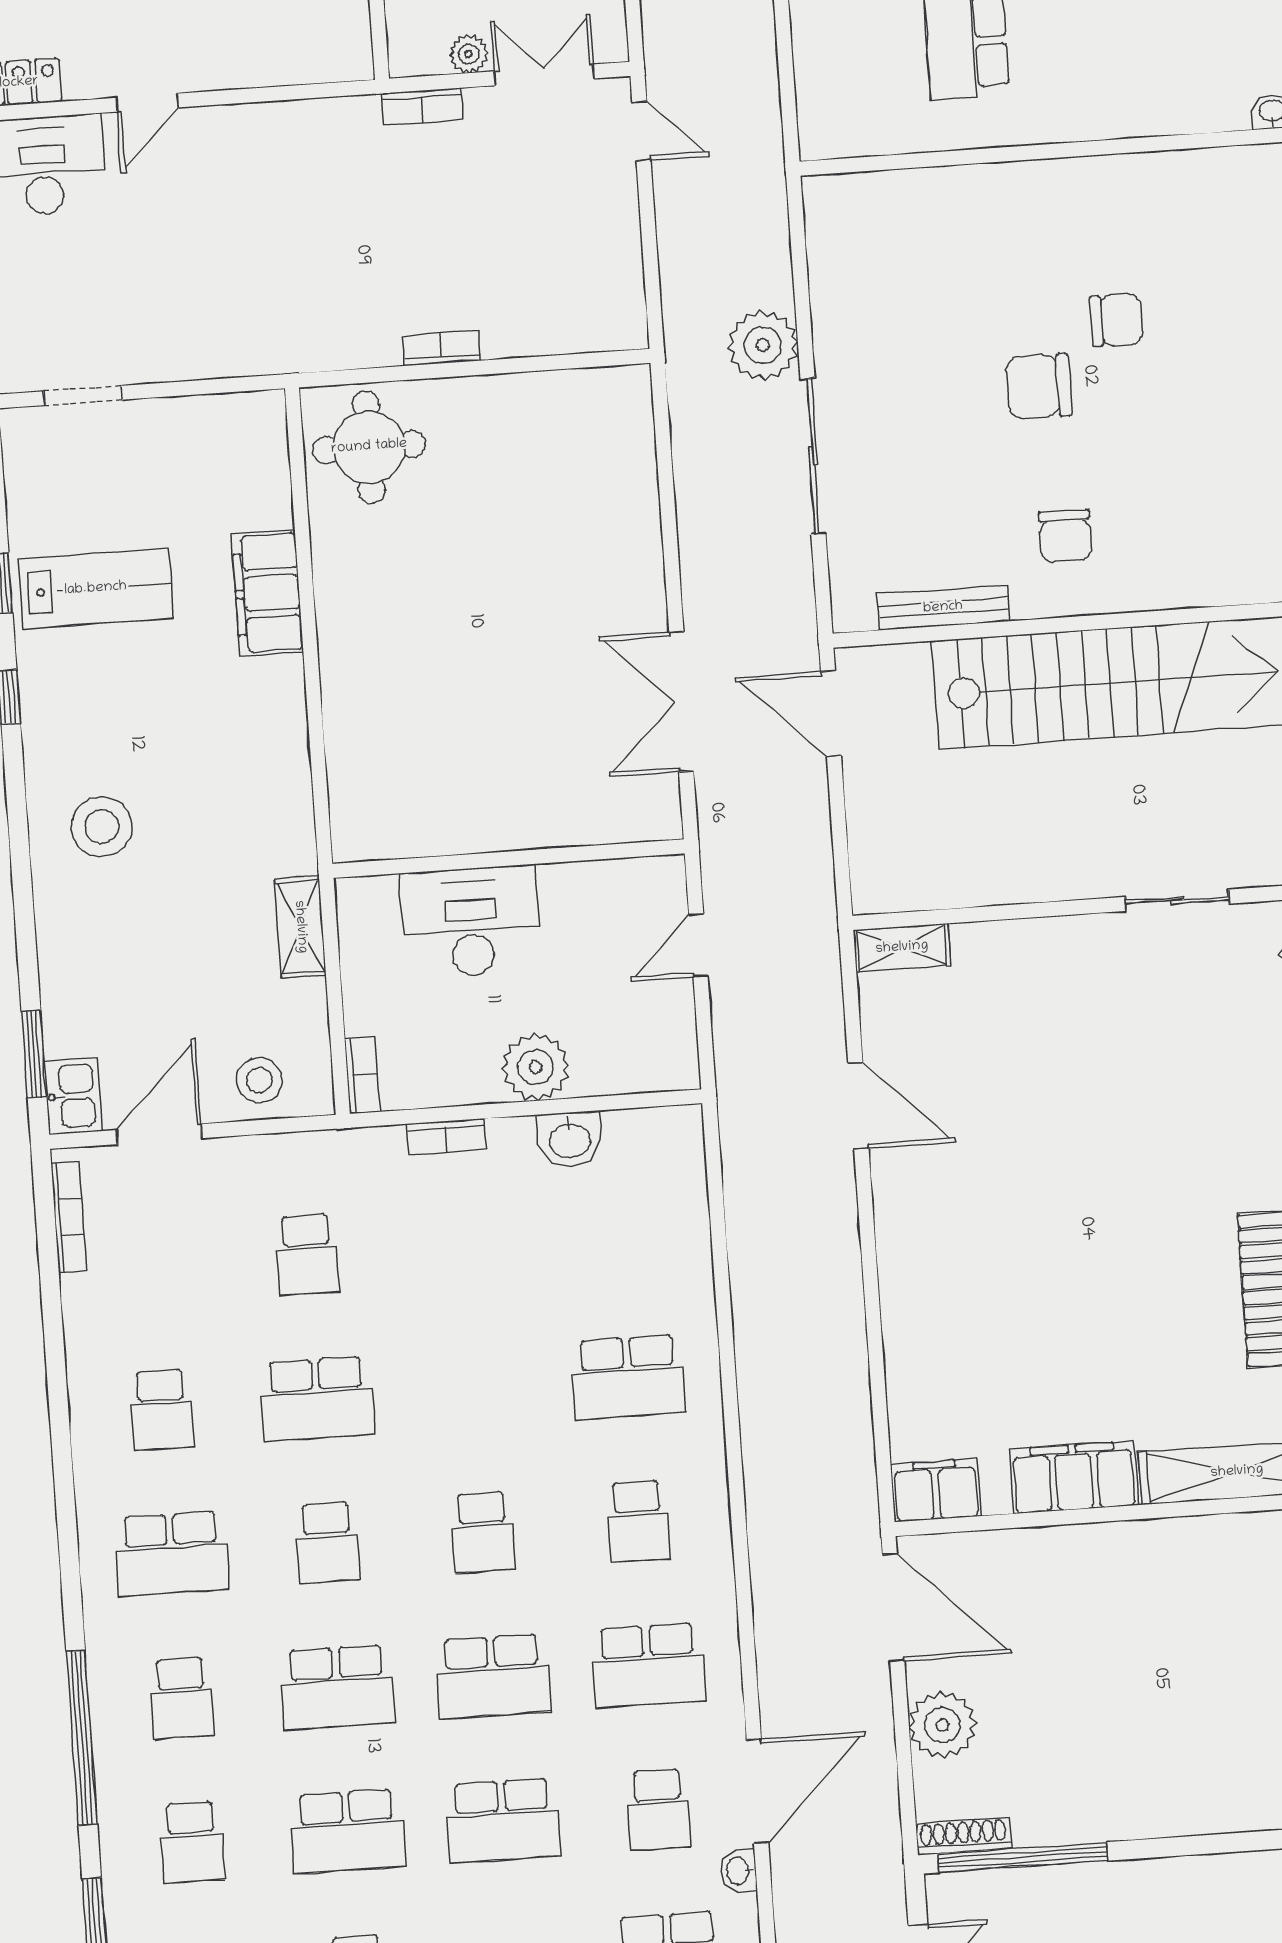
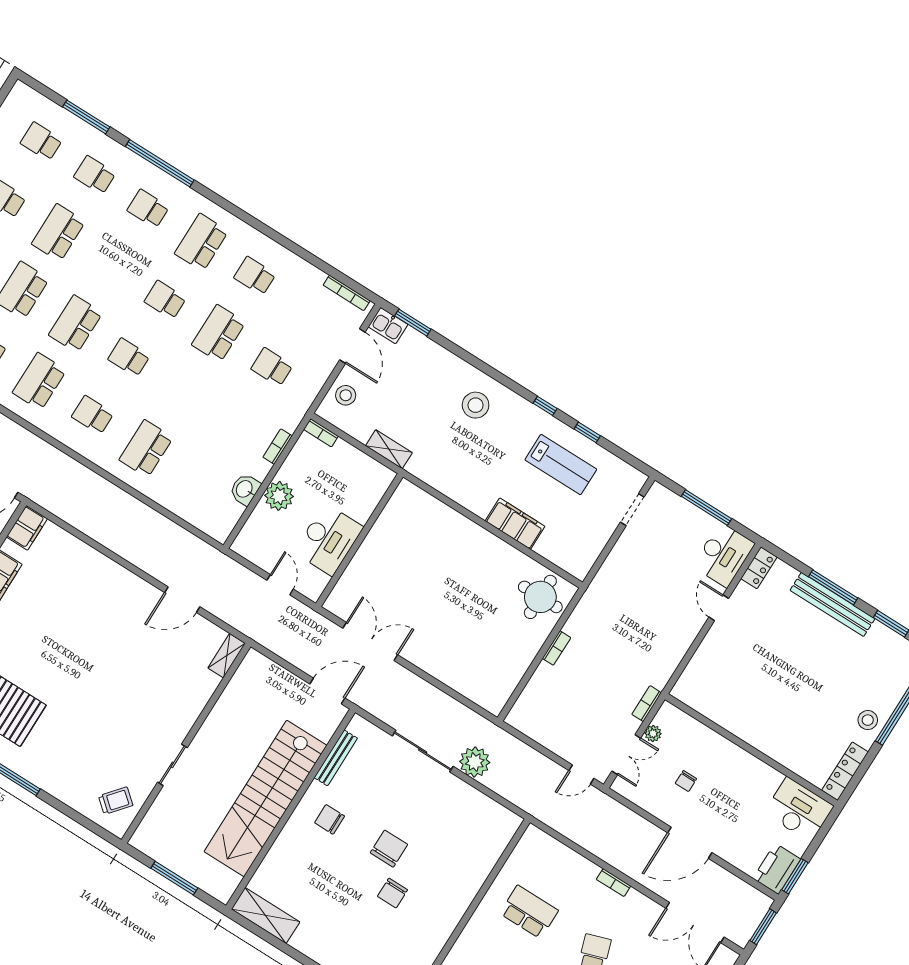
lab bench: (96, 589) -> (561, 464), turned -90
desk: (471, 922) -> (329, 540), moved
school desk: (337, 1687) -> (112, 266), removed

